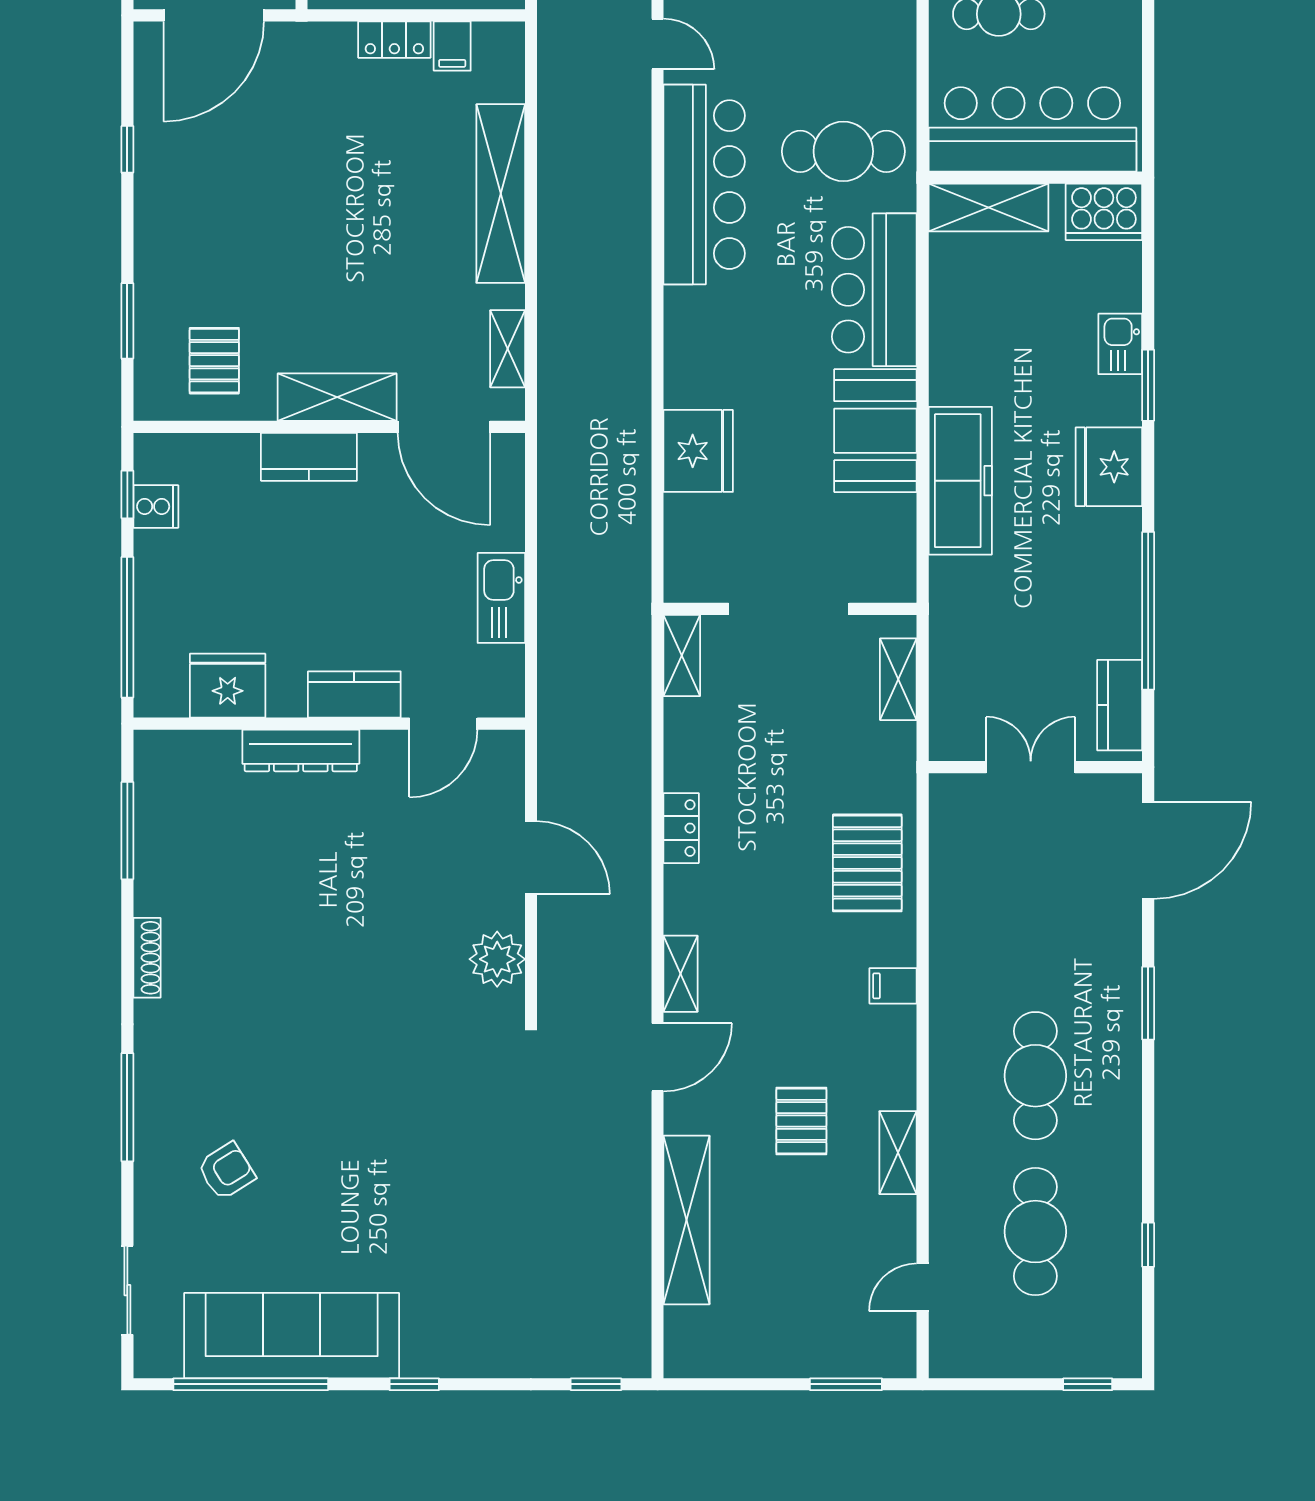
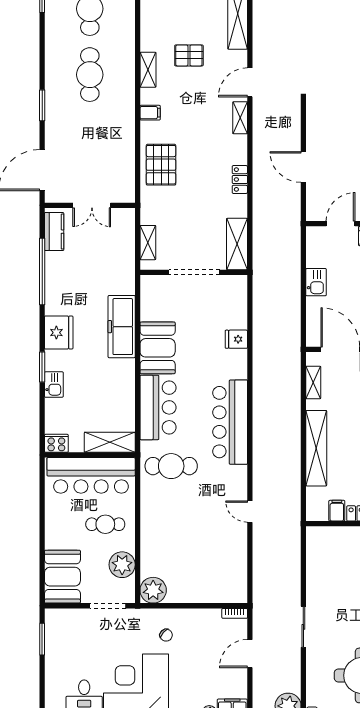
bar counter: (704, 185) -> (230, 422), moved
cooker: (1104, 212) -> (56, 443), width x0.73, depth x0.76
fridge: (698, 451) -> (236, 339), width x0.53, depth x0.75
kitchen sink: (501, 598) -> (316, 282), width x0.73
shelving: (682, 655) -> (237, 244), width x1.50, depth x1.33
plant: (497, 959) -> (318, 124), removed
pallet: (801, 1121) -> (189, 55), turned 90
shelving: (898, 1153) -> (148, 70), moved

